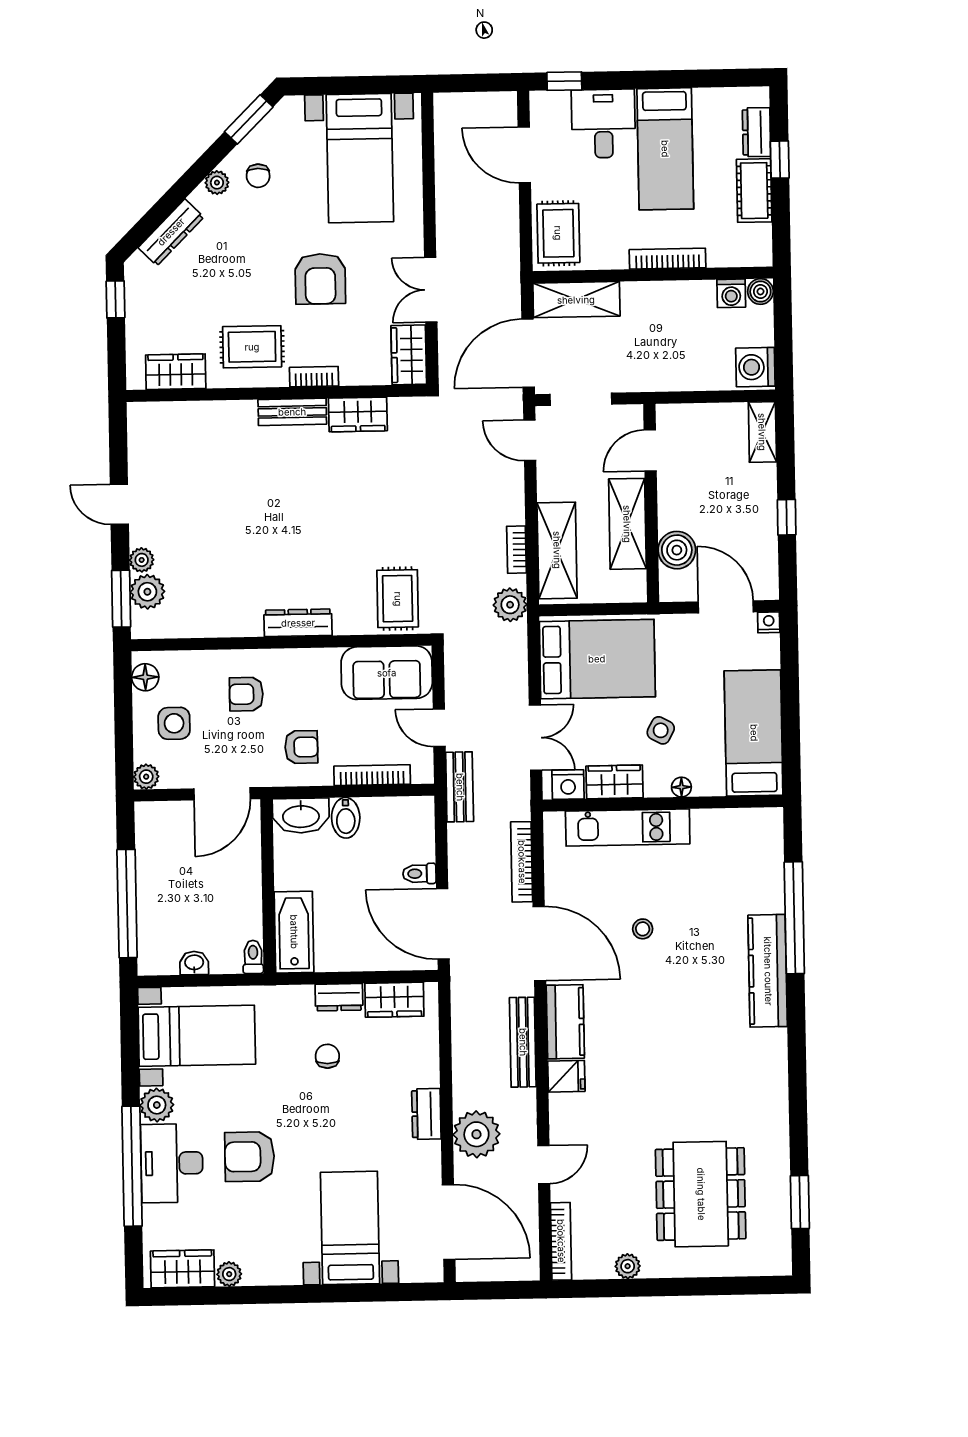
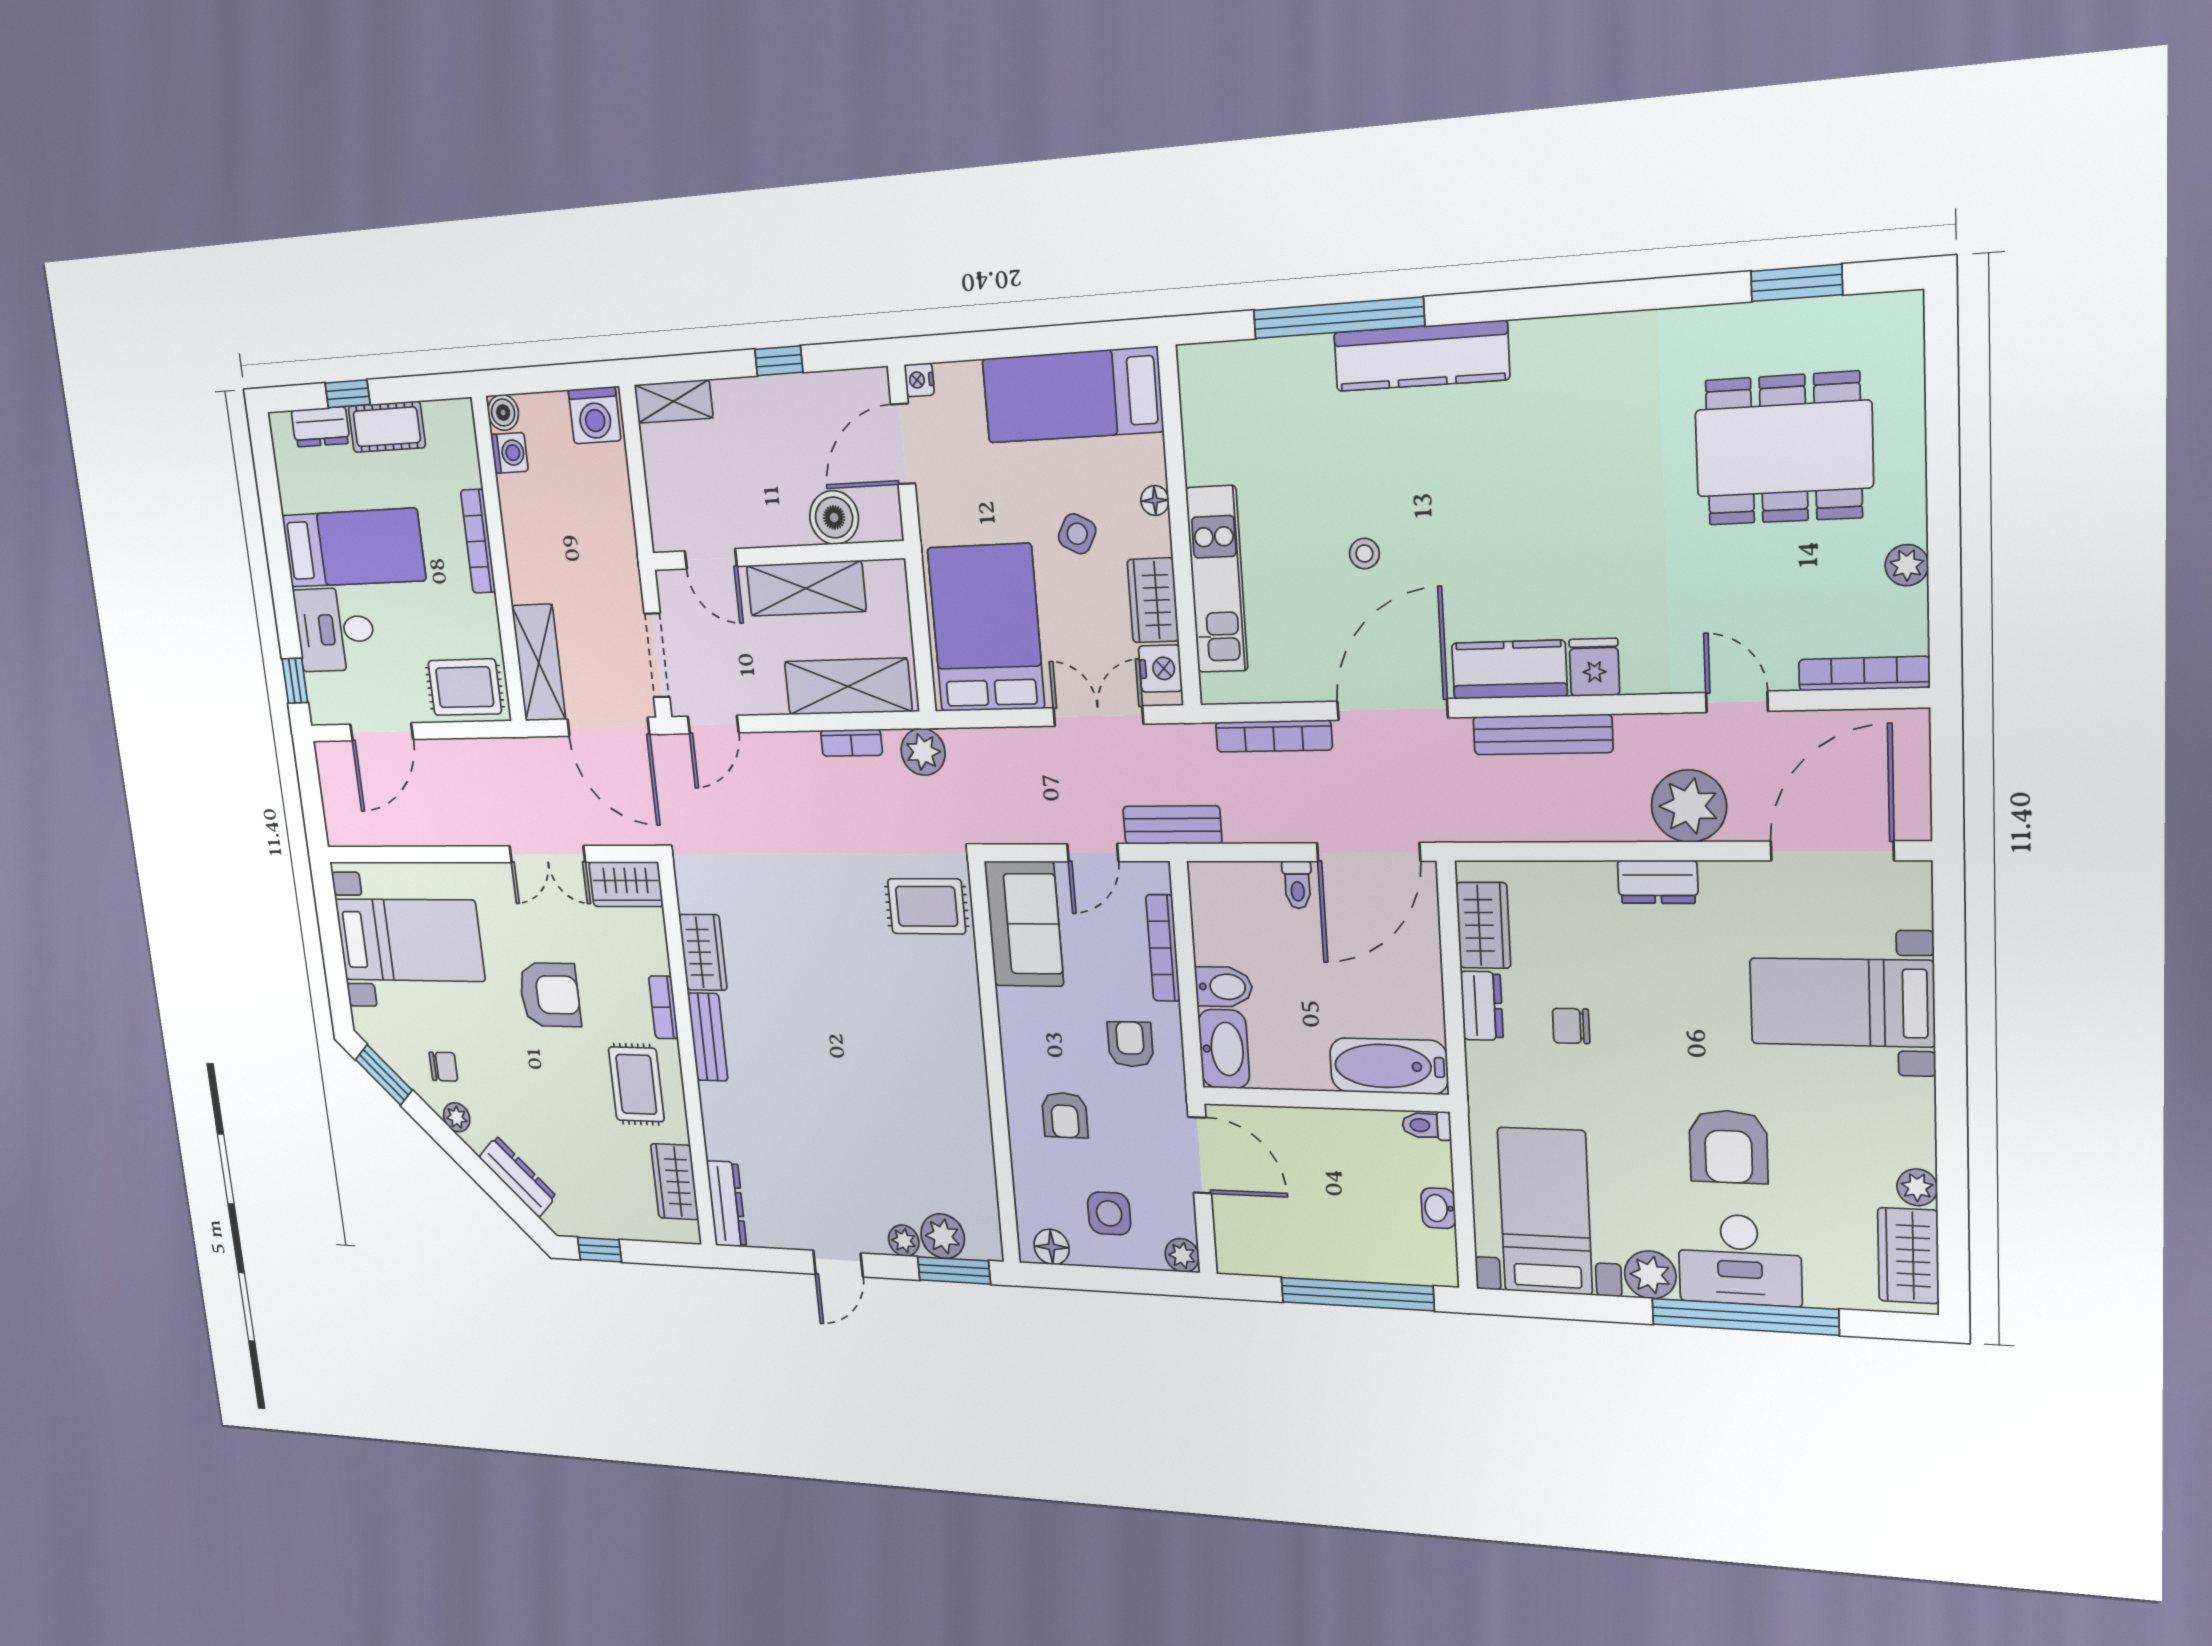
dresser: (298, 623) -> (727, 1204), moved, turned 180

